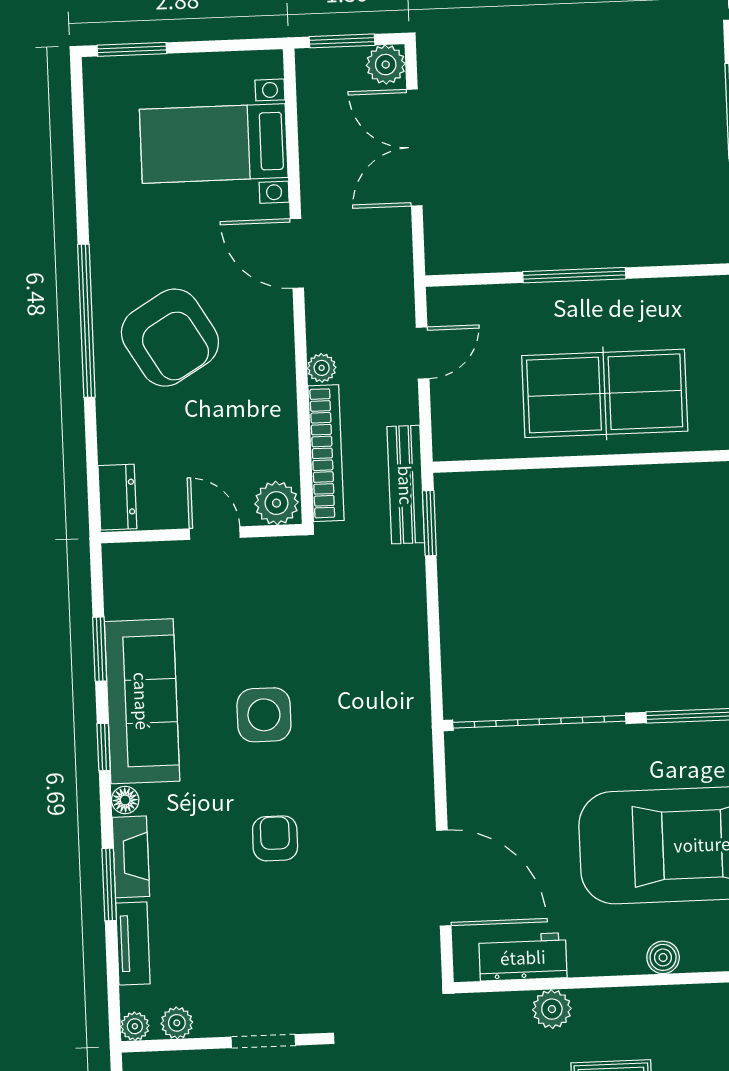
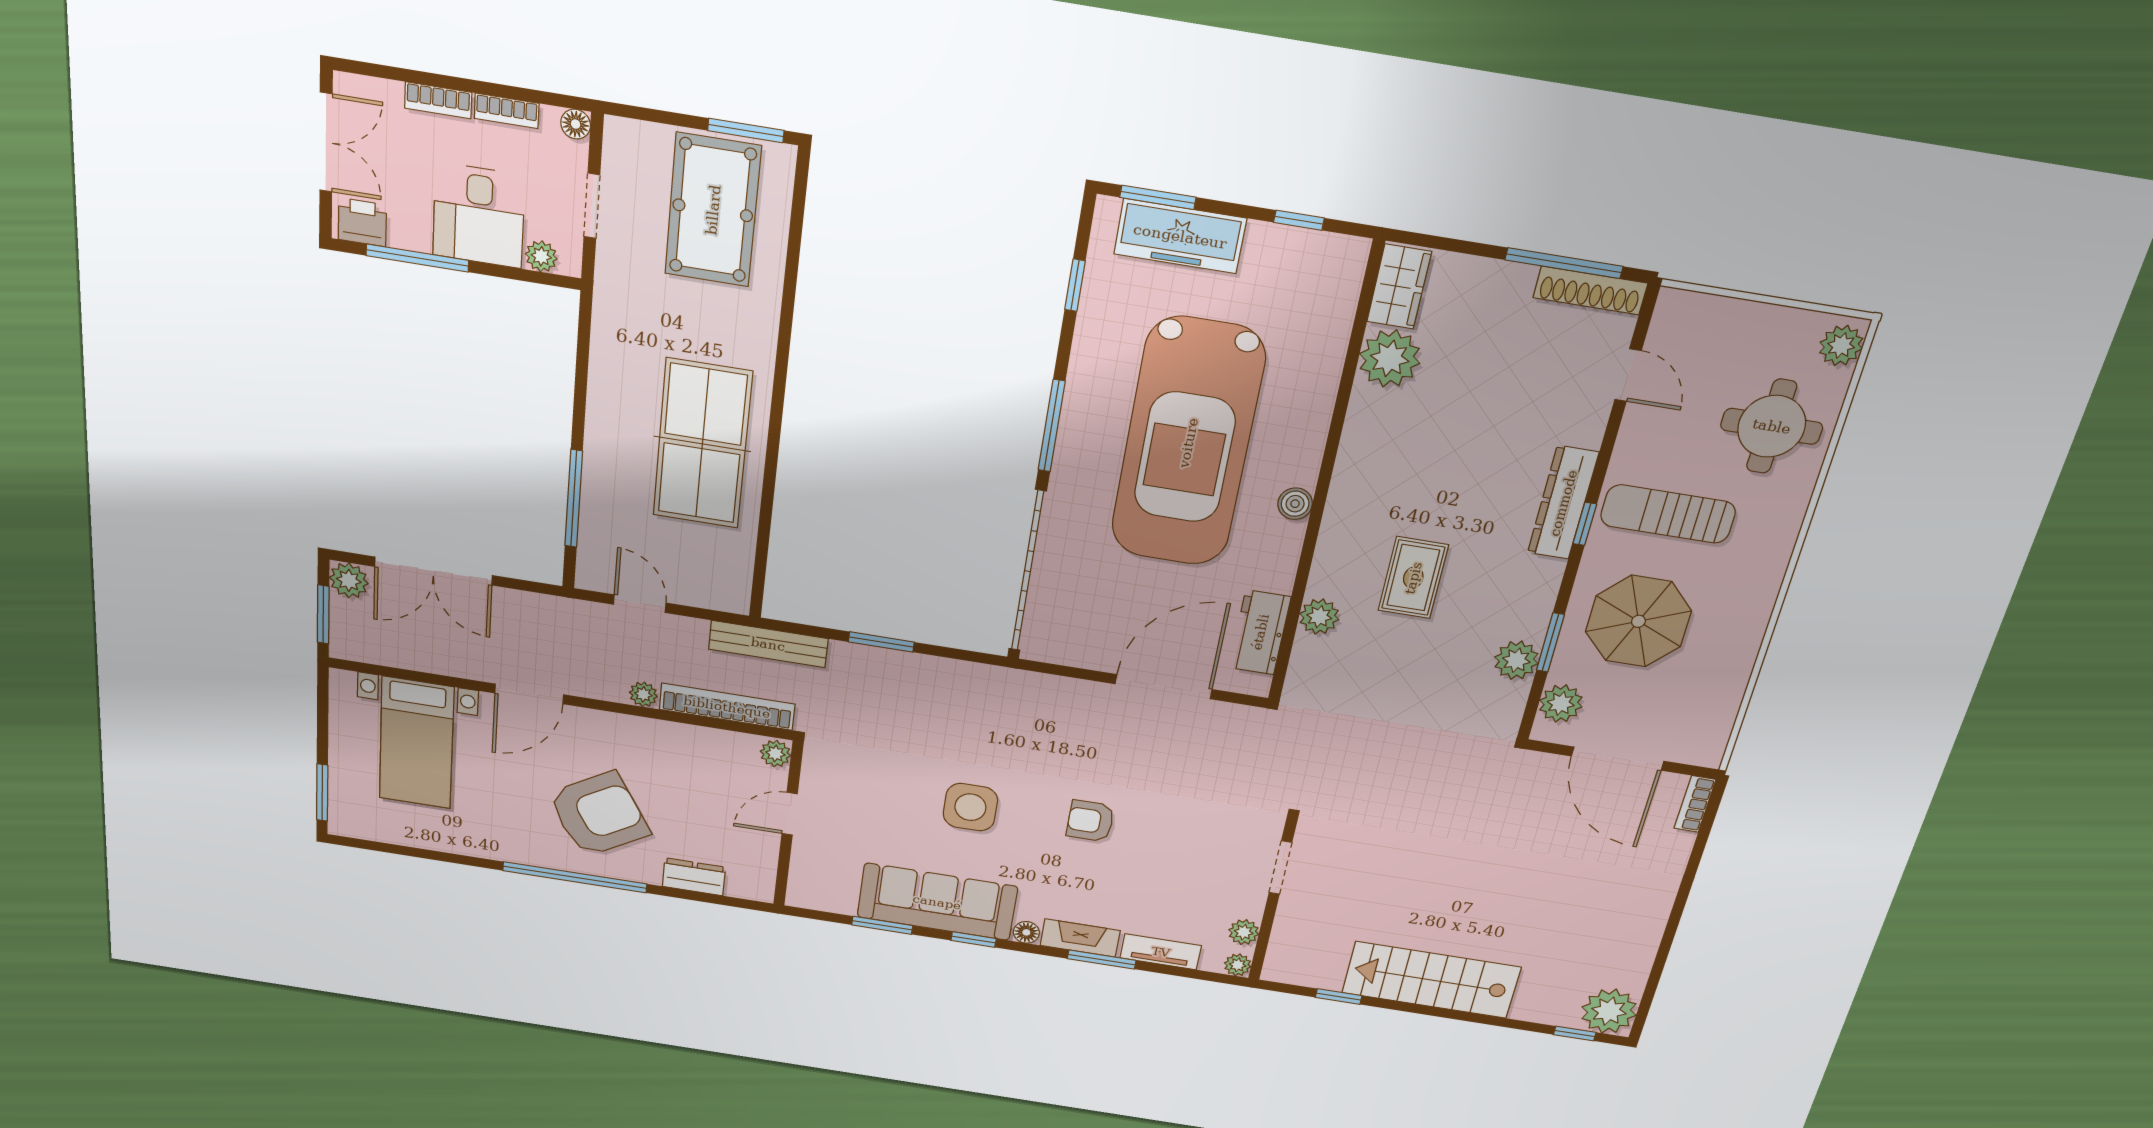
window: (574, 275) -> (574, 499), moved
dresser: (117, 497) -> (694, 877), moved
plant: (277, 503) -> (775, 754), width x0.73, depth x0.73
window: (429, 523) -> (881, 642), moved

